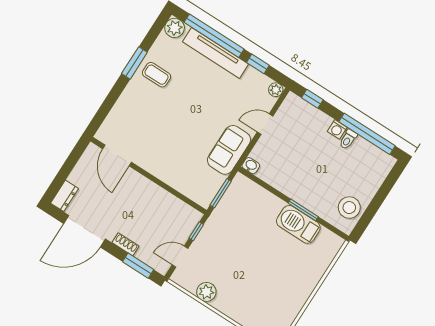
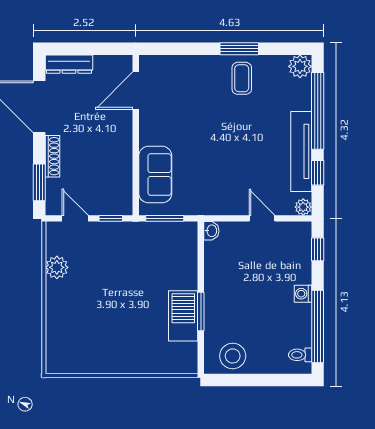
tv unit: (215, 53) -> (301, 151), moved
toilet: (348, 139) -> (300, 355), moved
sofa: (229, 150) -> (155, 175), moved, turned 90
dresser: (65, 196) -> (69, 64), width x1.44
shoe rack: (126, 244) -> (52, 156), width x1.43

